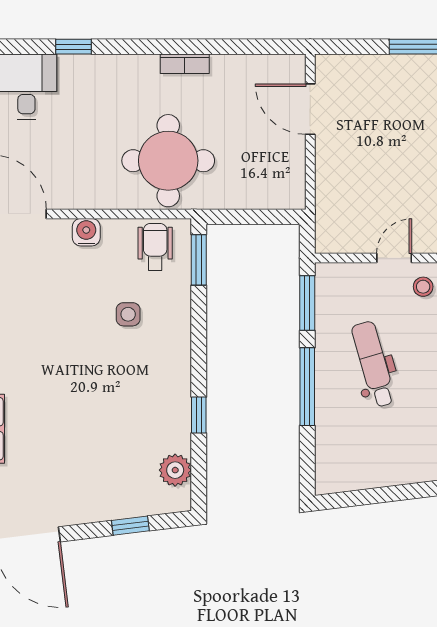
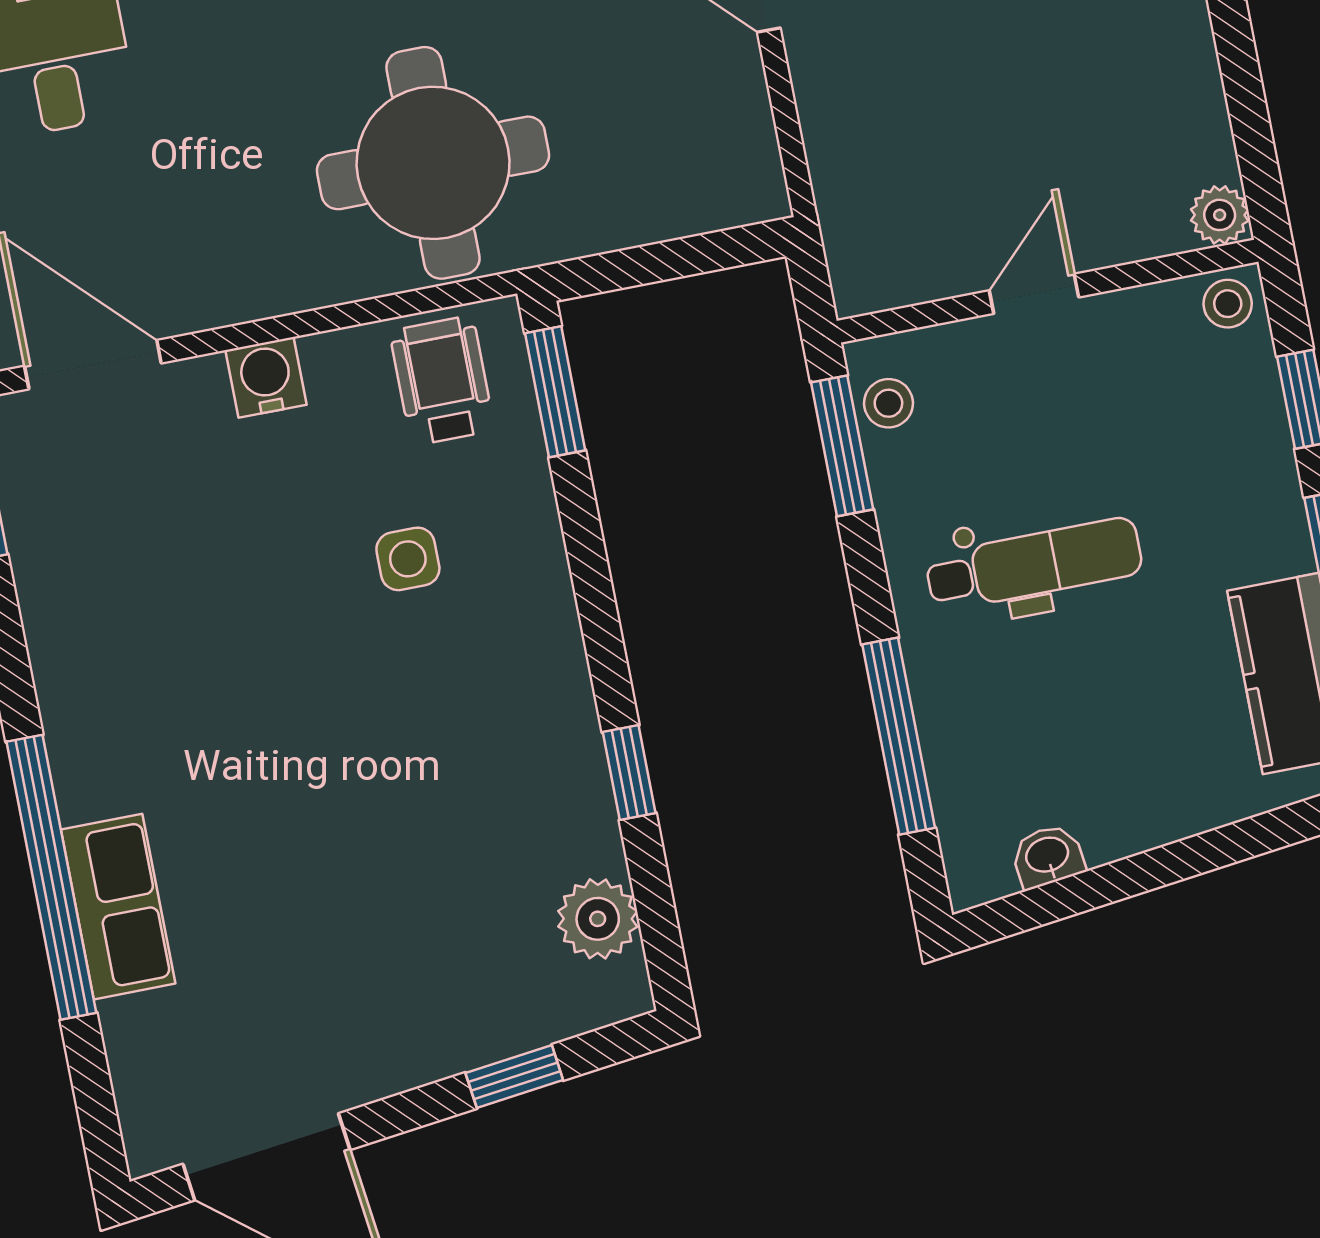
stool: (423, 287) -> (888, 403), moved
dental chair: (374, 364) -> (1034, 564), turned 106
window: (307, 387) -> (899, 736), moved
washbasin: (357, 480) -> (1048, 856), added

